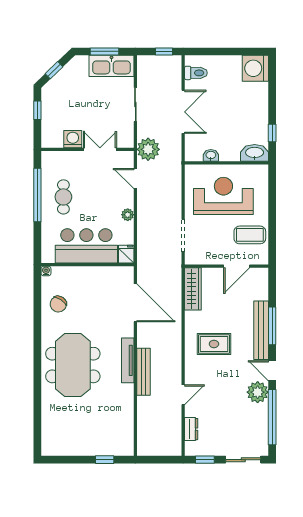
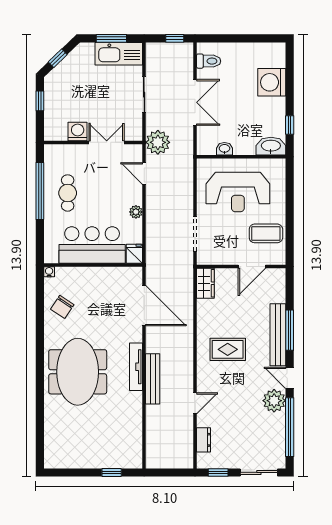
washing machine: (255, 68) -> (272, 82), moved
reception desk: (223, 196) -> (238, 192), turned 180
wardrobe: (193, 289) -> (205, 283), width x0.67

